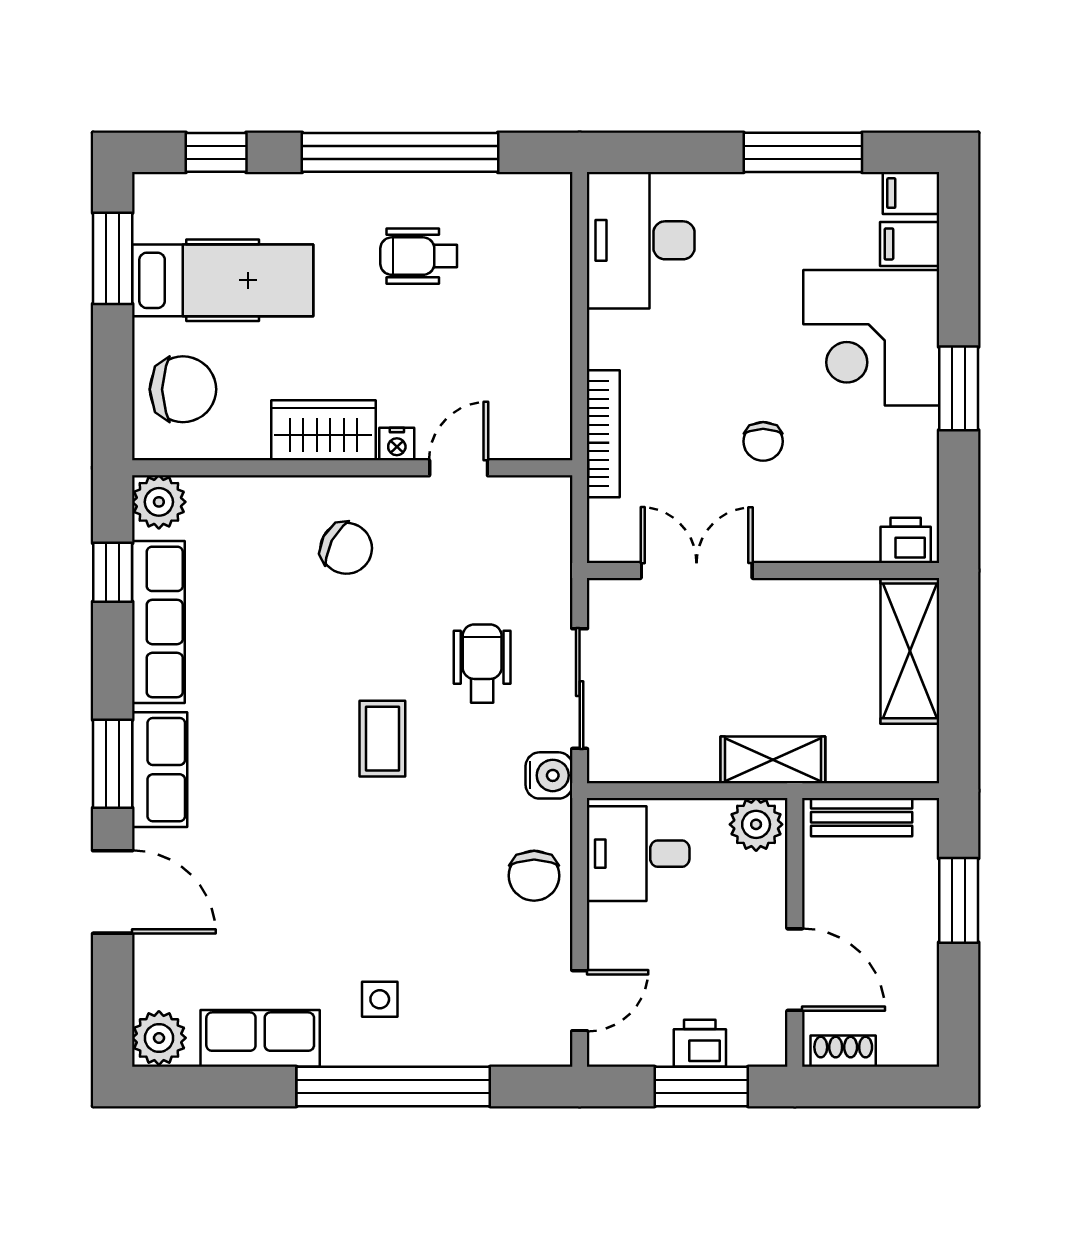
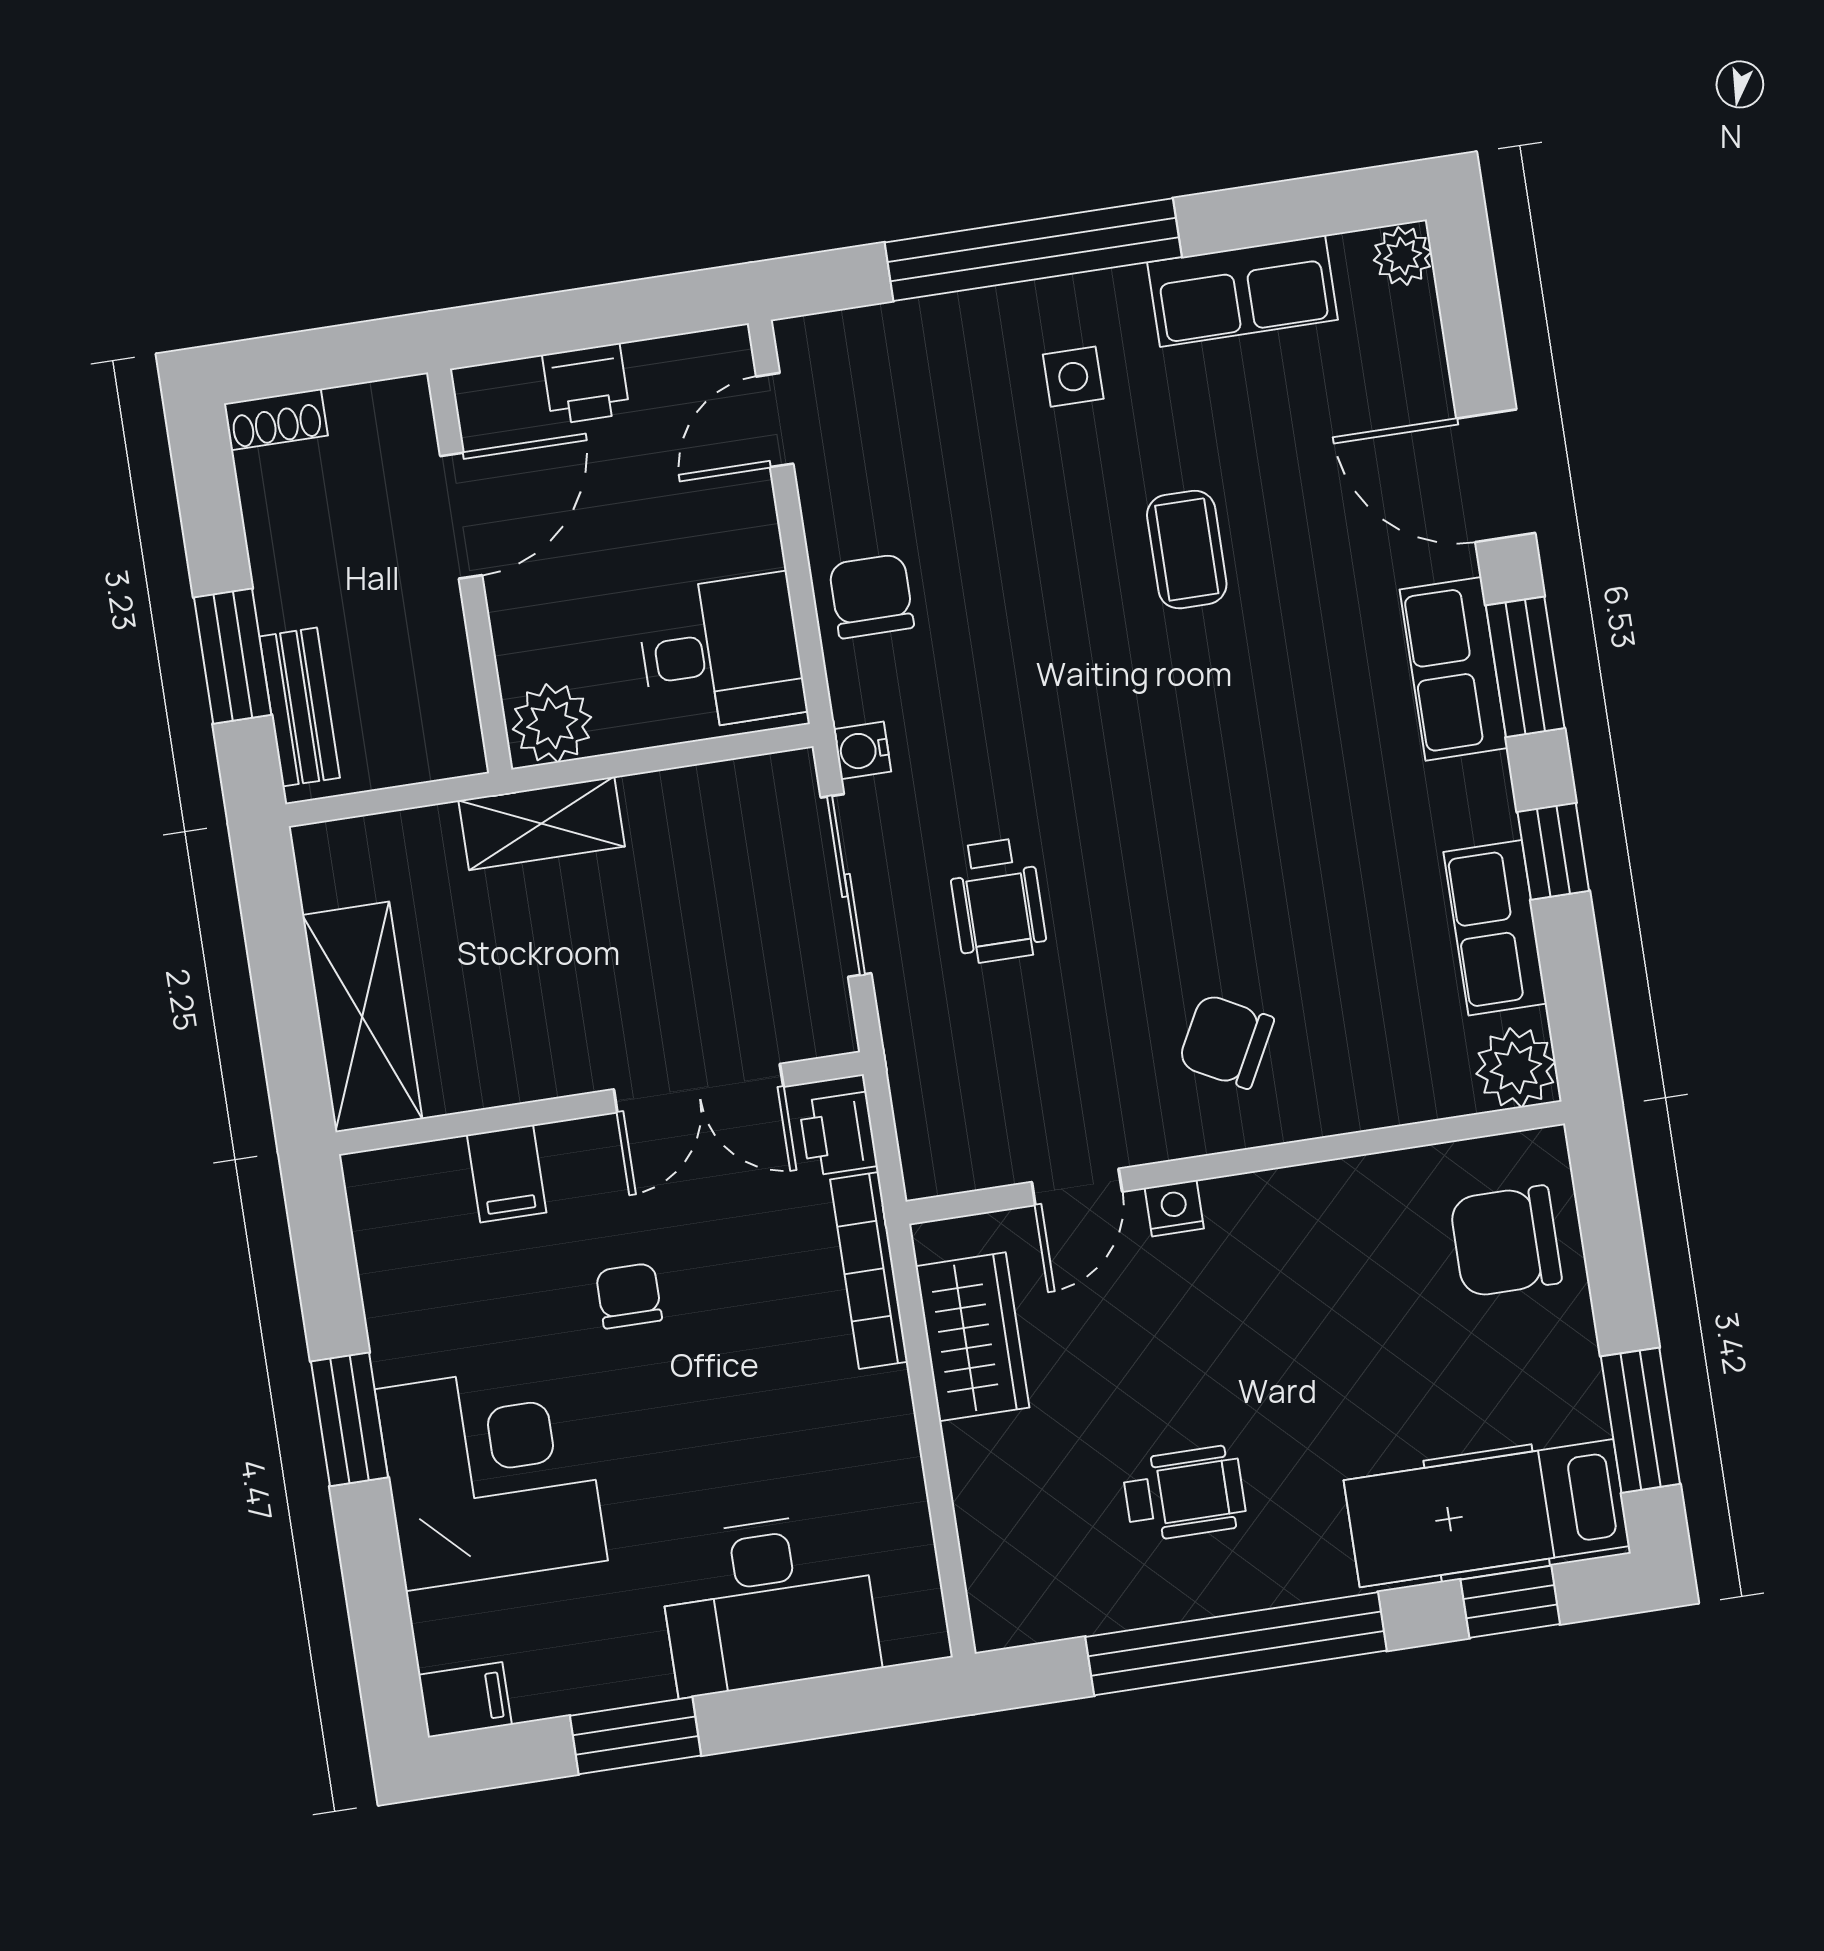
window: (803, 152) -> (635, 1736), width x0.69
desk: (641, 240) -> (769, 1604), moved, turned 90
filing cabinet: (910, 244) -> (507, 1174), moved, turned 90
hospital bed: (223, 280) -> (1487, 1513), moved
wardrobe: (323, 430) -> (972, 1337), moved, turned -90
printer: (906, 540) -> (838, 1134), moved, turned 90
window: (113, 572) -> (1553, 851), moved
row of seats: (158, 622) -> (1495, 928), width x0.68
coffee table: (382, 739) -> (1187, 550), moved
water cooler: (549, 775) -> (862, 750), width x0.72, depth x0.72
bench: (862, 817) -> (300, 707), moved, turned 90
door: (795, 970) -> (461, 516), swing flipped
plant: (159, 1038) -> (1403, 256), width x0.73, depth x0.73
shoe rack: (843, 1051) -> (276, 420), moved
window: (701, 1086) -> (574, 320), removed

